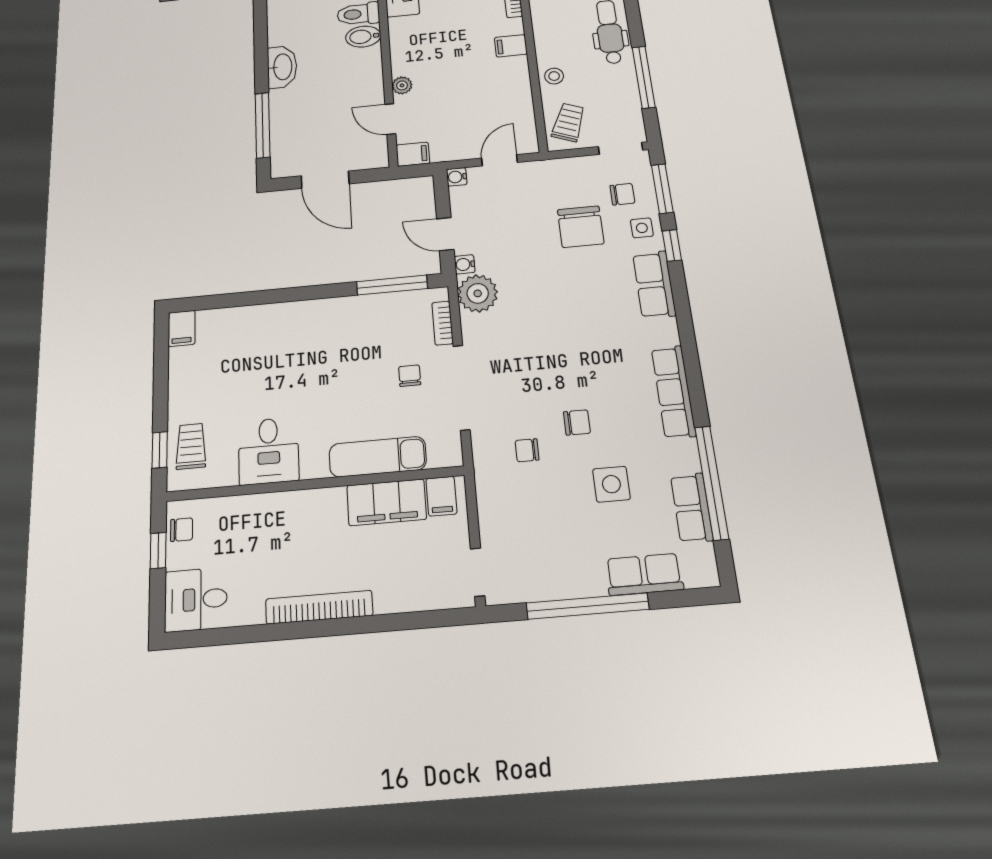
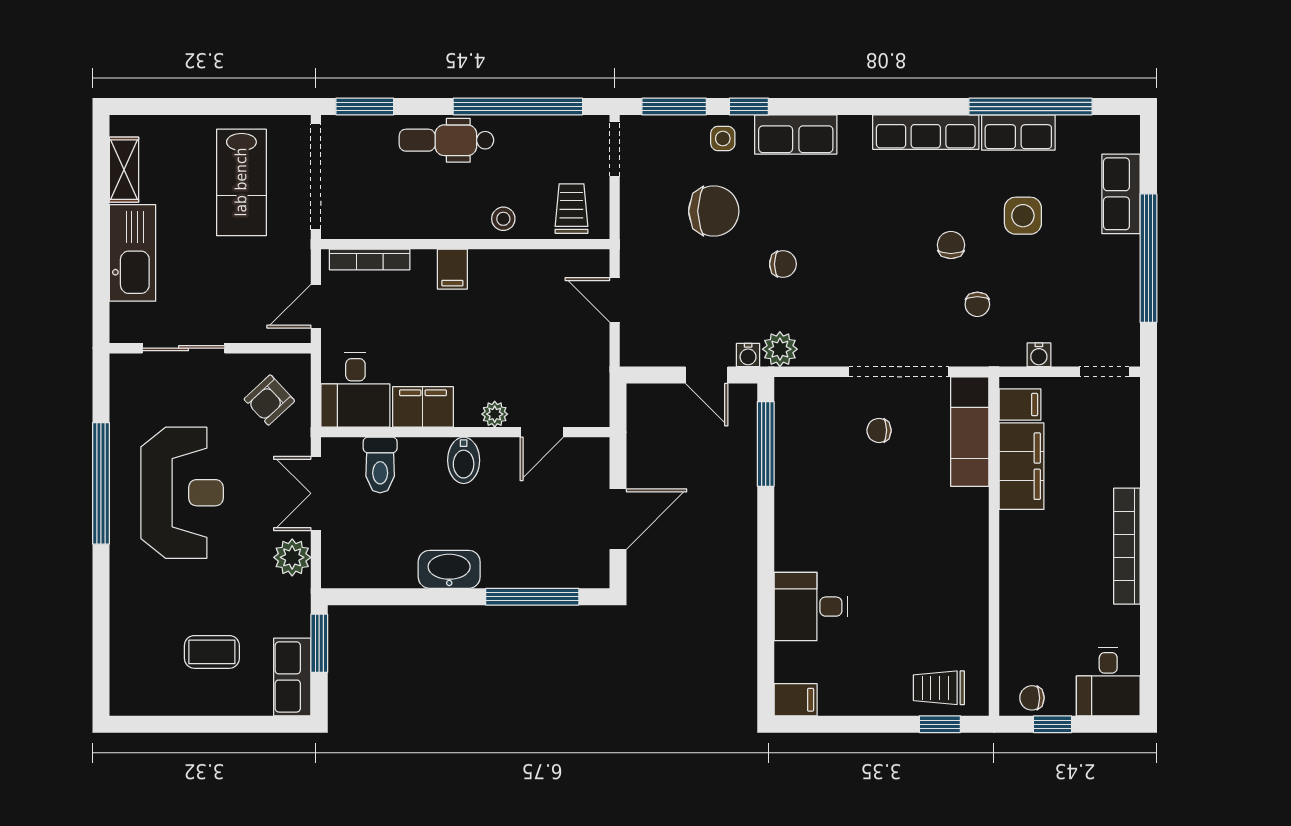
bidet: (363, 37) -> (464, 460), moved
window: (644, 77) -> (518, 107), width x1.46
trolley: (568, 122) -> (571, 209), turned 69
filing cabinet: (413, 154) -> (423, 407), moved, width x2.00
water cooler: (457, 177) -> (1039, 355), moved
chair: (622, 194) -> (783, 264), moved, turned 90
door: (445, 234) -> (707, 375), hinge flipped
plant: (478, 293) -> (780, 349), width x0.73, depth x0.73
bookcase: (443, 323) -> (819, 387), removed
desk: (269, 451) -> (811, 607), moved, turned 180
exam couch: (378, 457) -> (970, 432), moved
row of seats: (692, 508) -> (1018, 132), moved
chair: (182, 530) -> (1032, 698), turned -90

